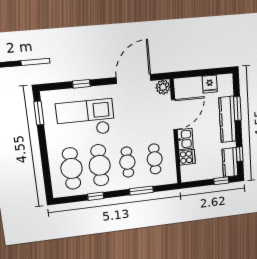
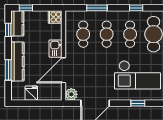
cooker: (187, 157) -> (55, 17), moved
cafe table: (100, 165) -> (130, 34), width x0.73, depth x0.74

